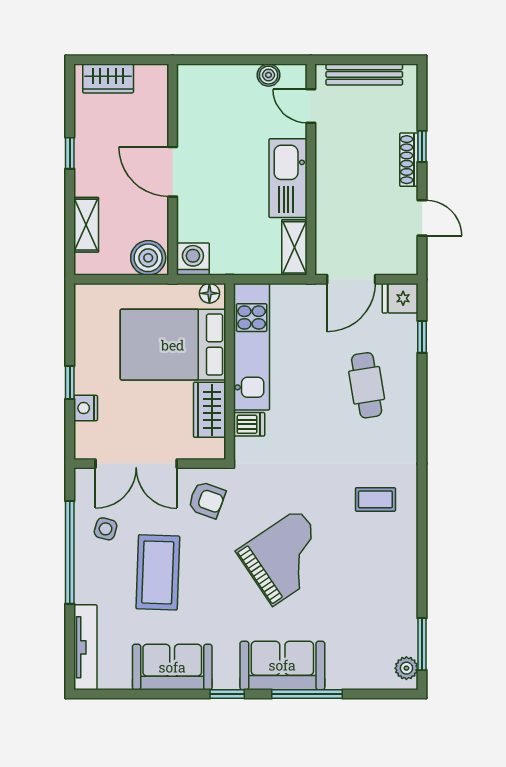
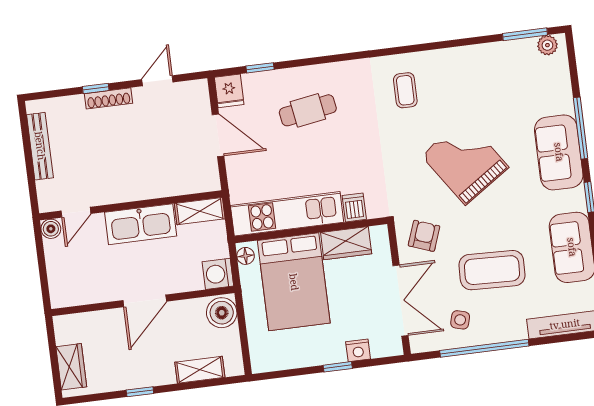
door: (311, 106) -> (76, 212), moved
wall: (311, 170) -> (131, 205), moved
kitchen sink: (288, 178) -> (141, 224), moved
shelving: (294, 247) -> (200, 211), moved

